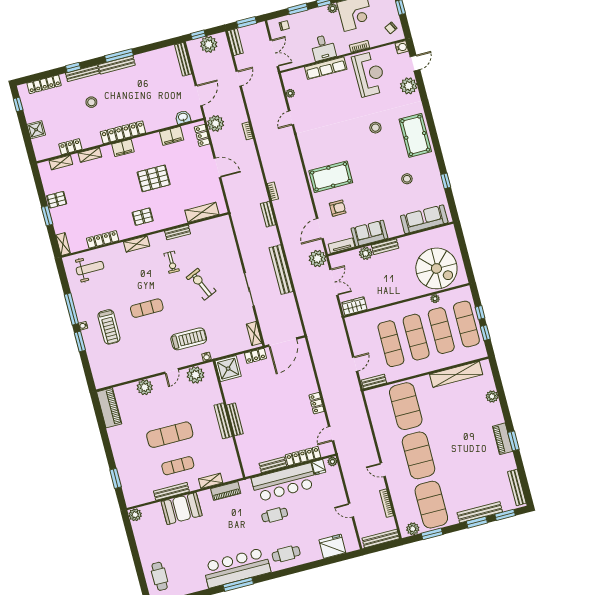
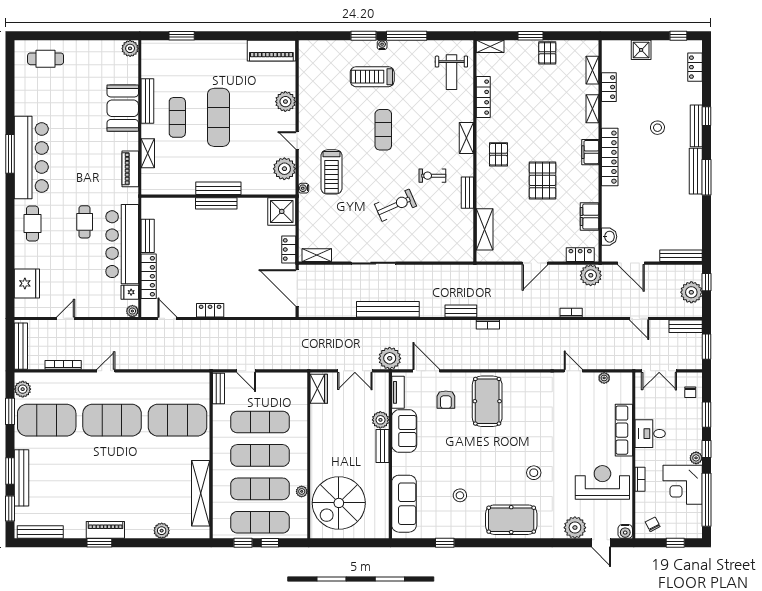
reception desk: (369, 74) -> (602, 482), turned 180
locker: (44, 84) -> (695, 67), width x0.66

